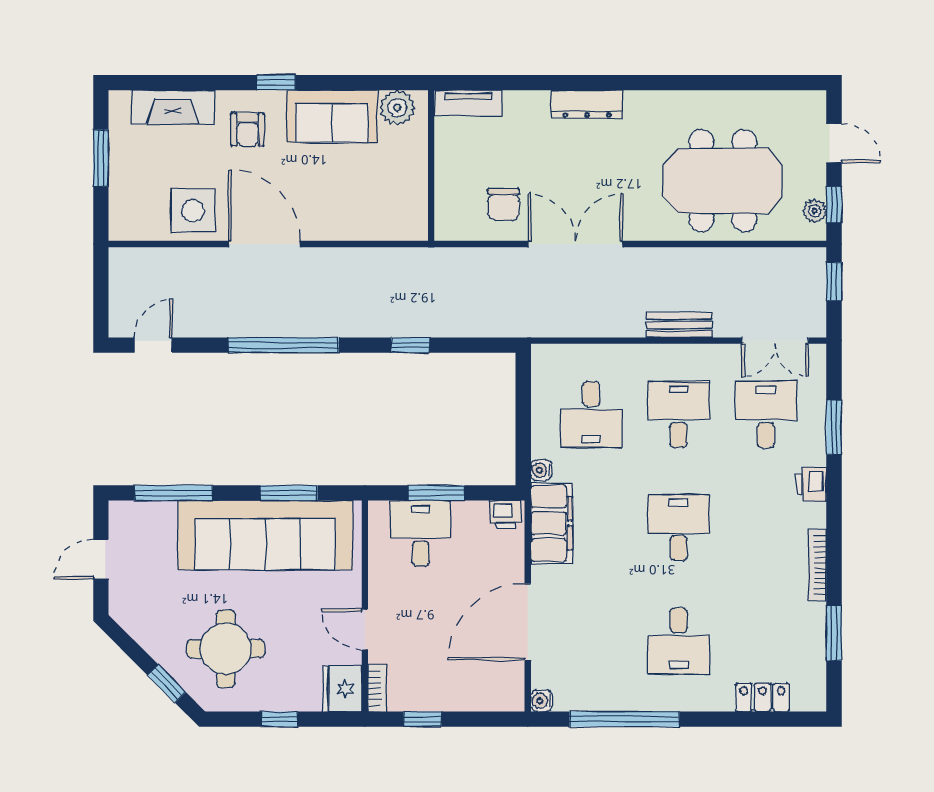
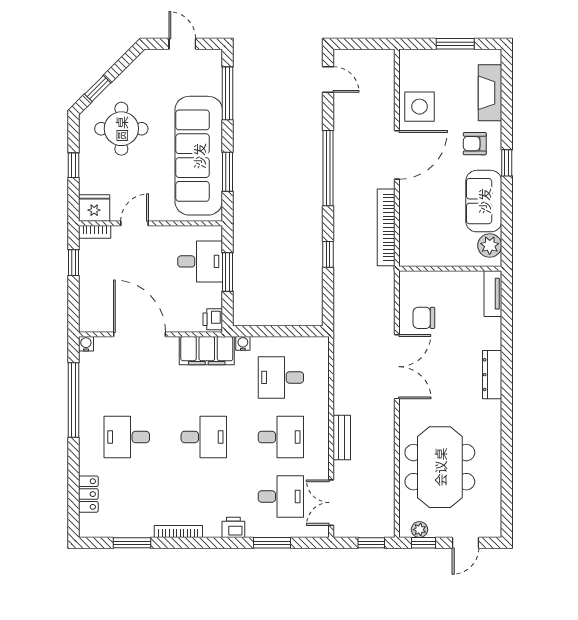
bookcase: (371, 260) -> (386, 227), added

